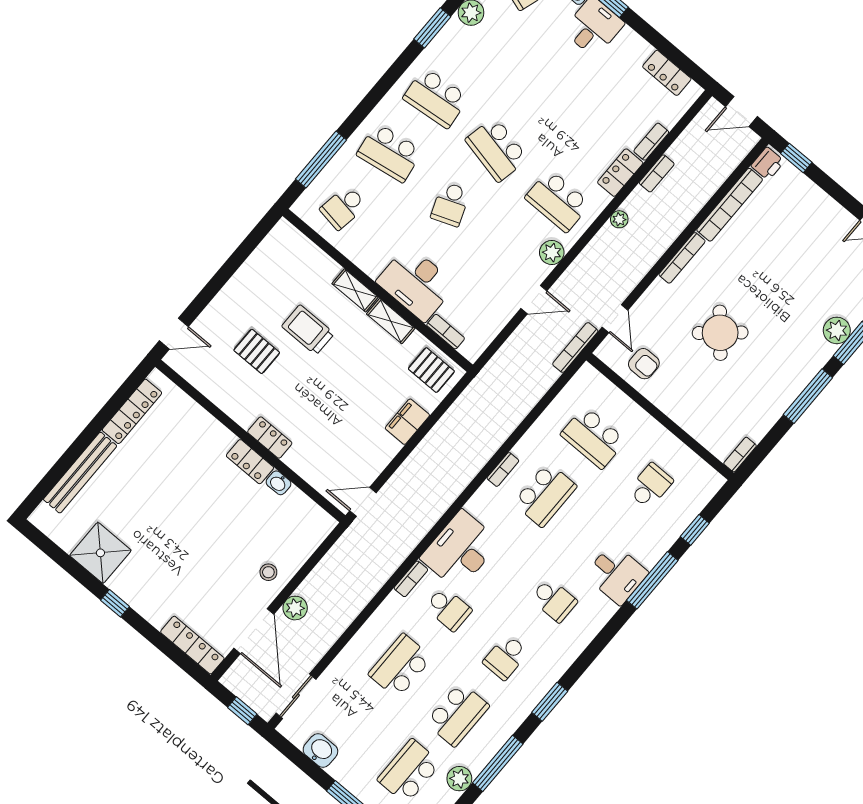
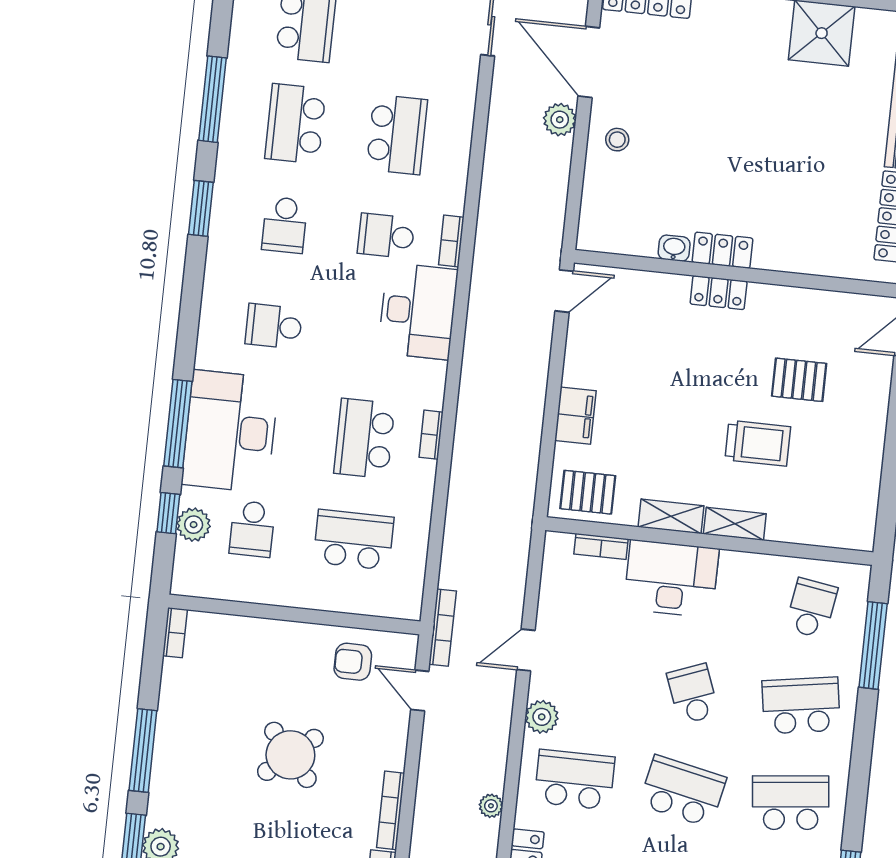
desk: (616, 574) -> (230, 431), width x1.87, depth x1.30
school desk: (506, 657) -> (285, 225), turned 180
plant: (459, 779) -> (194, 525), moved

